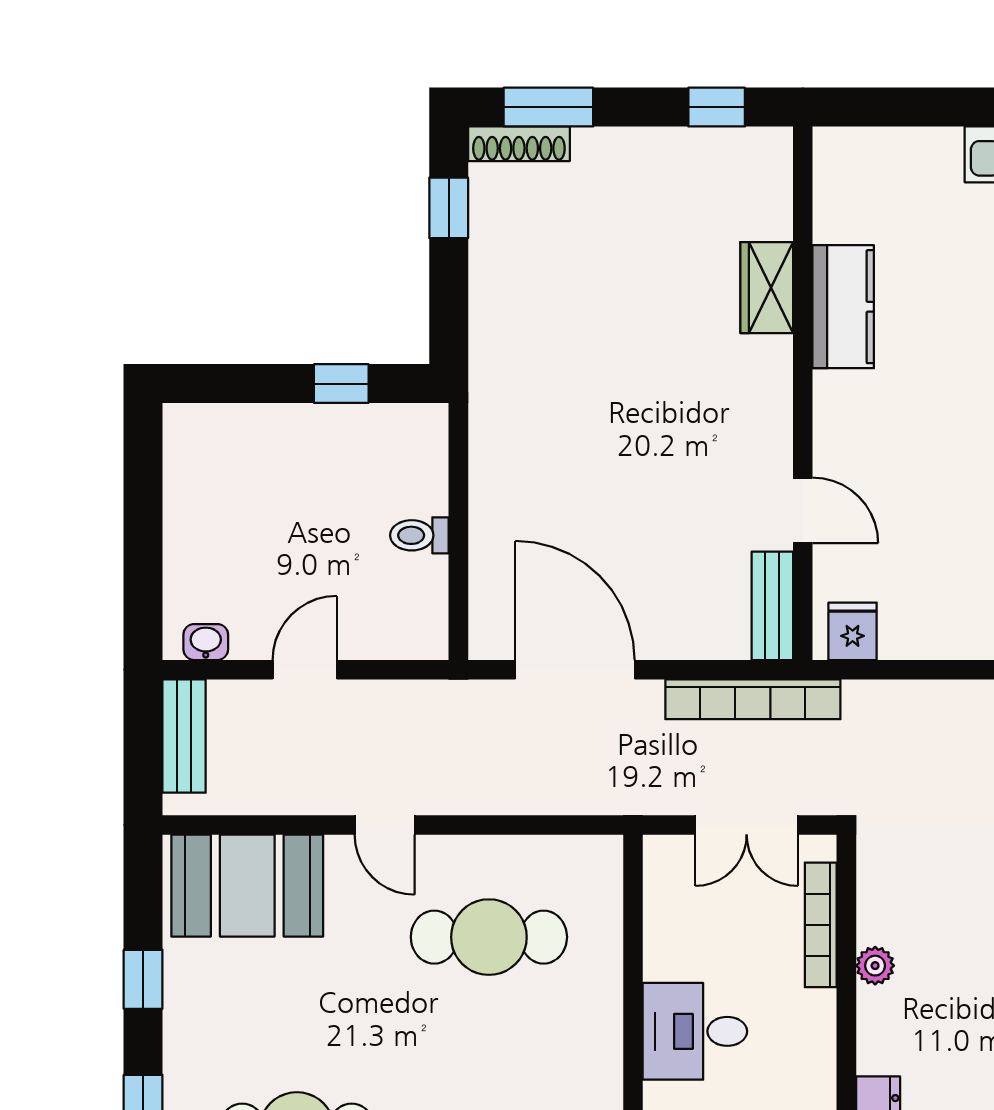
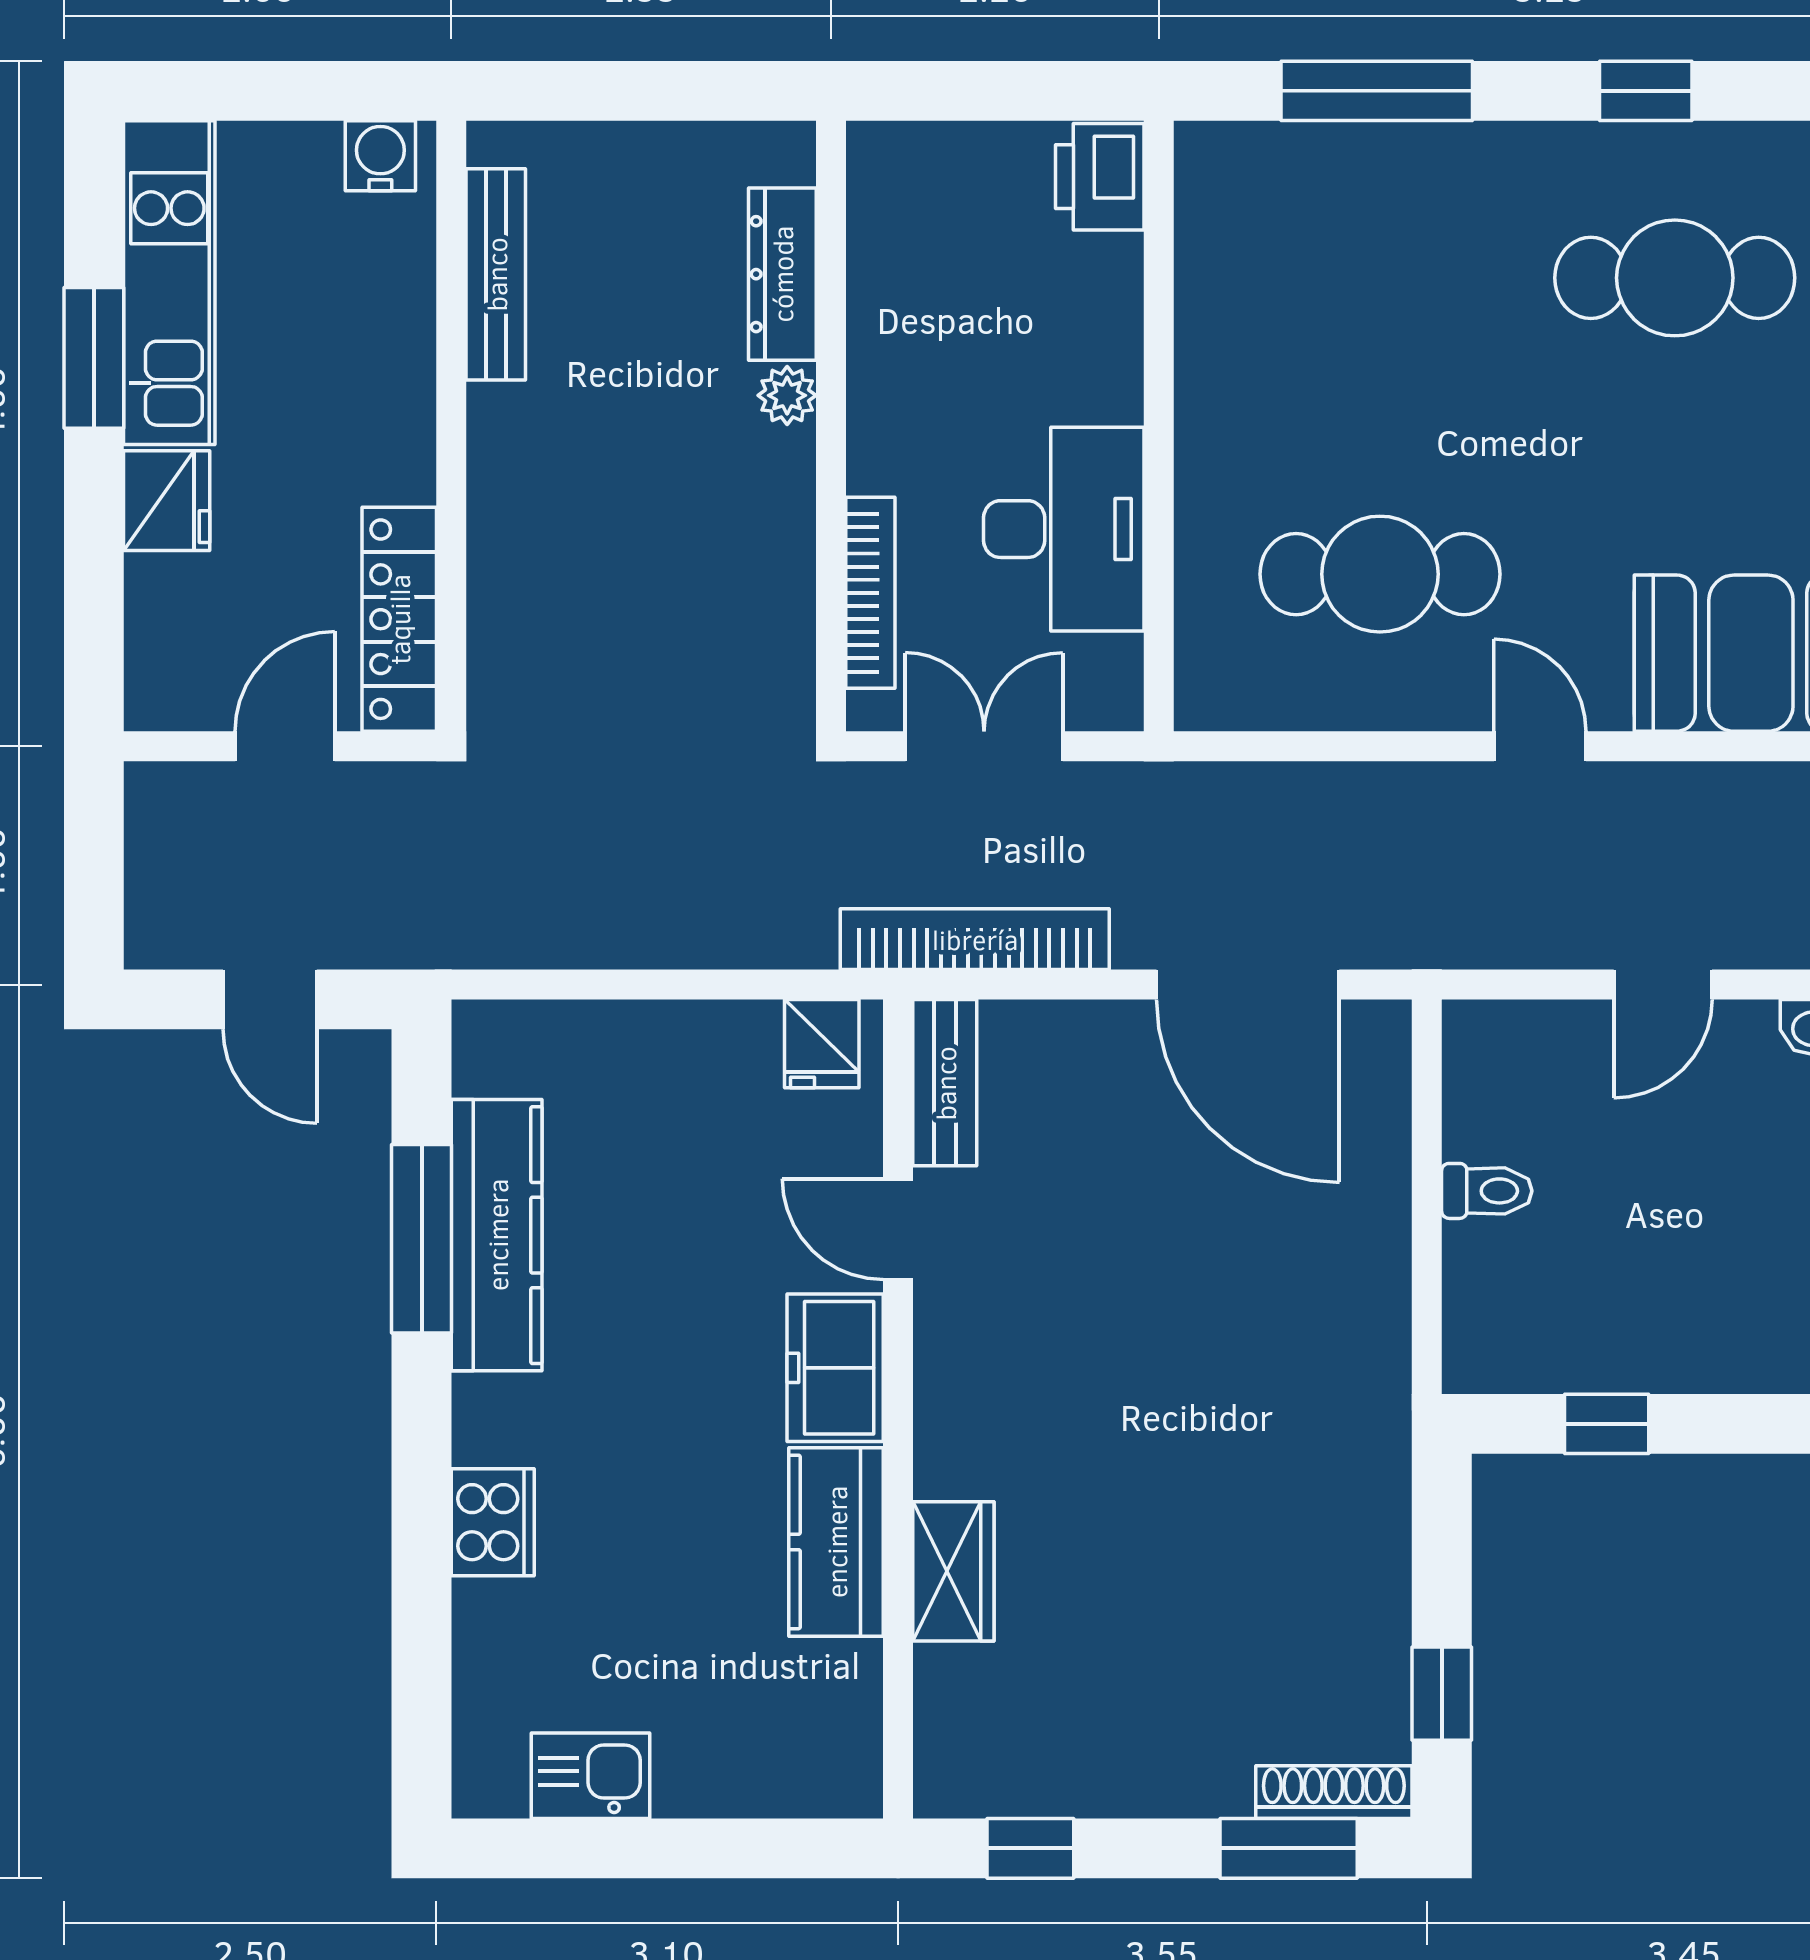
freezer: (844, 420) -> (835, 1368), added
plant: (875, 966) -> (787, 395), moved
desk: (695, 1031) -> (1064, 529), moved, width x1.37

